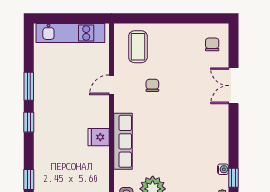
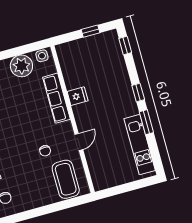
kitchen unit: (70, 33) -> (140, 145), moved, turned -90
coffee table: (138, 47) -> (66, 179), width x1.36, depth x1.32

